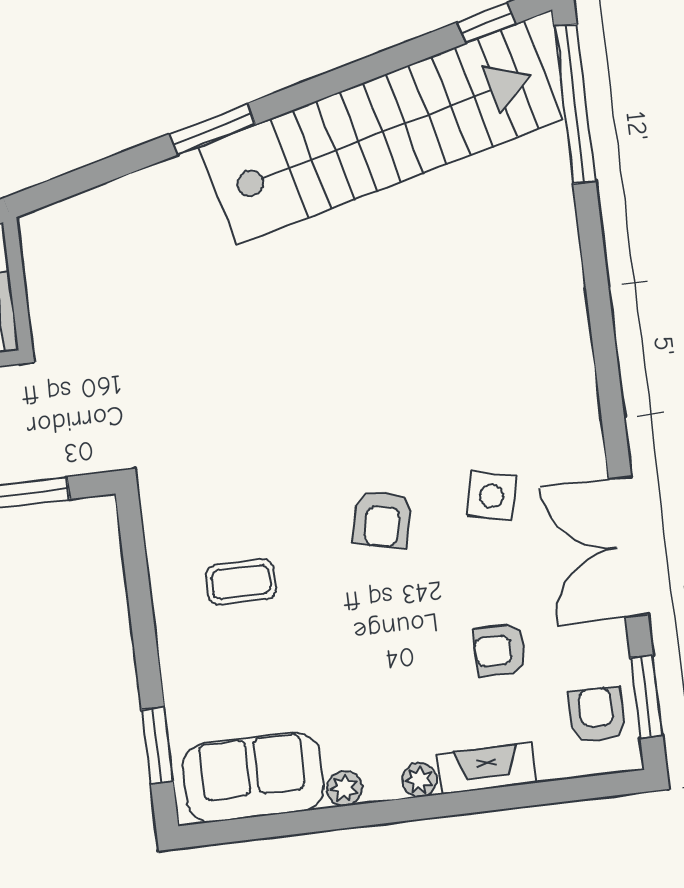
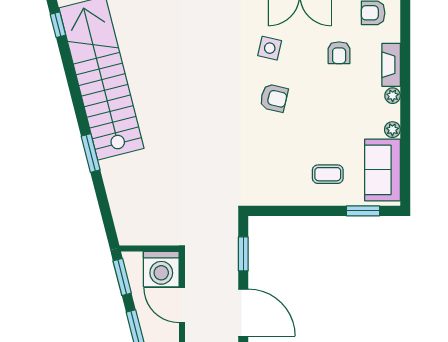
coffee table: (241, 582) -> (328, 174), moved, turned 90

